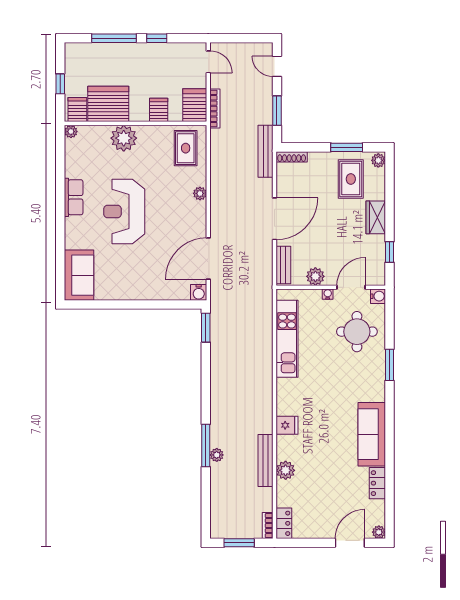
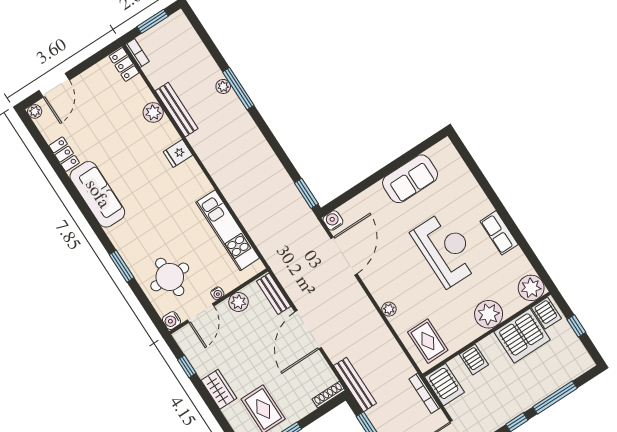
plant: (71, 132) -> (531, 288), width x1.87, depth x1.87
sofa: (79, 275) -> (410, 179), moved, turned -90

